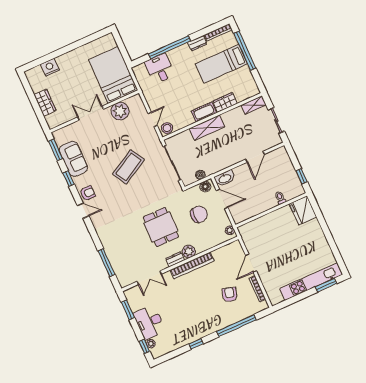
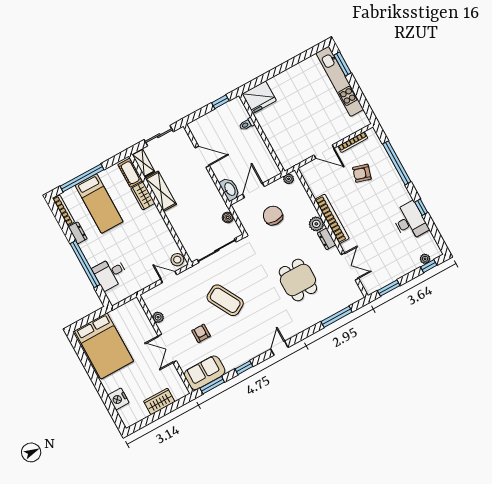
bed: (113, 75) -> (104, 346), moved, turned -90
plant: (120, 111) -> (158, 317), width x0.53, depth x0.53
cot: (204, 112) -> (130, 173), moved
shelving: (207, 128) -> (161, 191), moved
sofa: (73, 159) -> (205, 373), moved
floor lamp: (205, 187) -> (241, 211), removed
armchair: (88, 193) -> (201, 333), moved
dining table: (161, 227) -> (298, 280), moved, turned 90
desk: (149, 322) -> (410, 221), moved, turned -90

